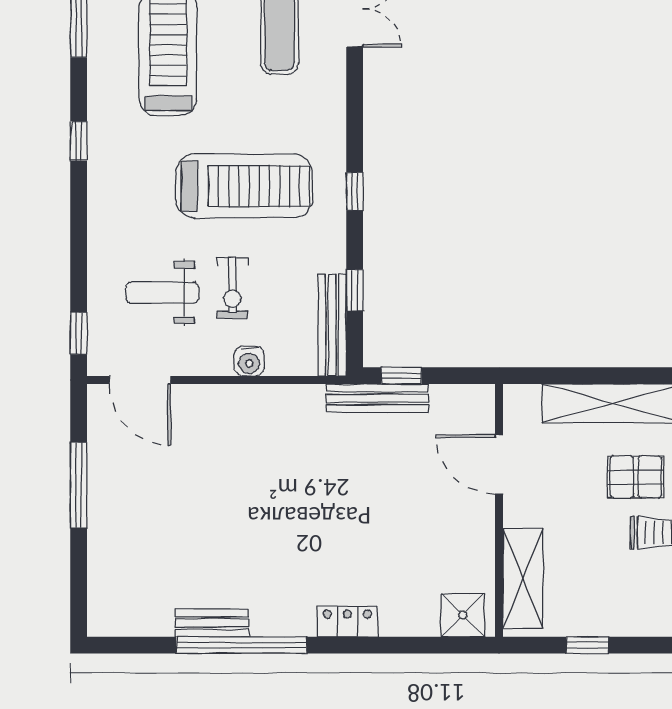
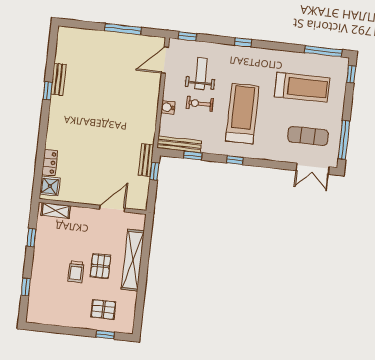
window: (79, 141) -> (243, 42), moved
treadmill: (244, 186) -> (242, 113), turned 180
bench: (377, 398) -> (146, 160), width x0.73
shelving: (523, 579) -> (56, 211), width x0.67, depth x0.75
locker: (347, 622) -> (50, 163), moved
window: (241, 645) -> (47, 91), width x0.32

